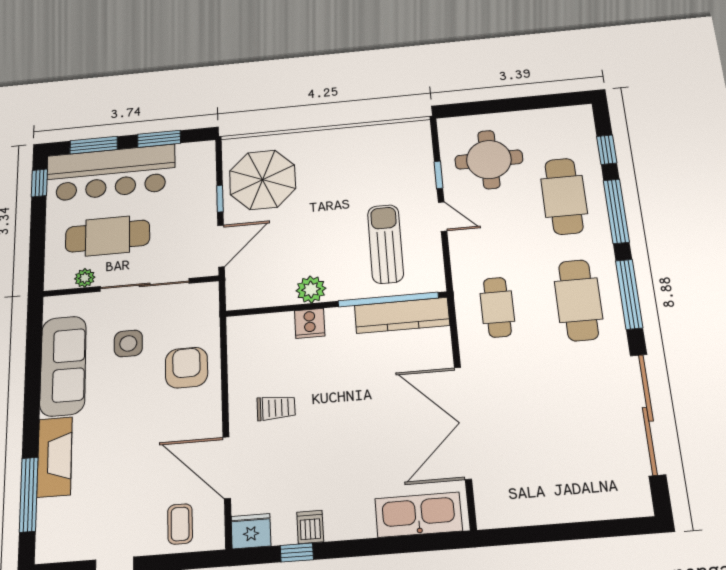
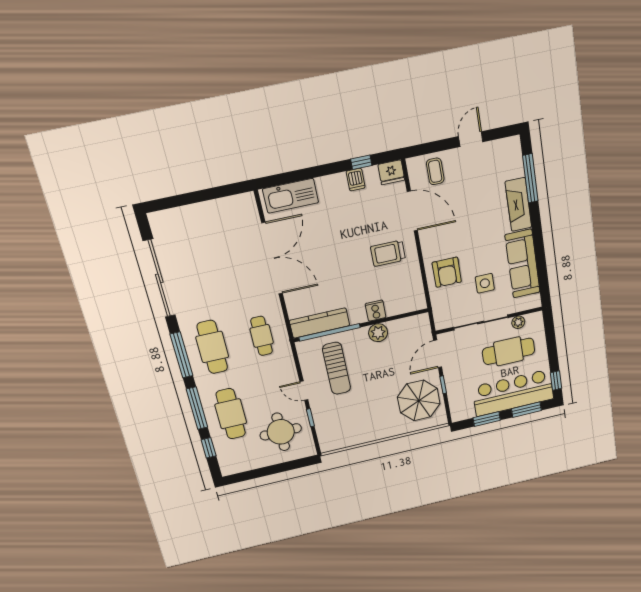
trolley: (276, 408) -> (388, 253), width x1.36, depth x1.39

